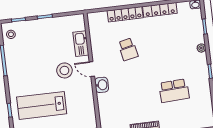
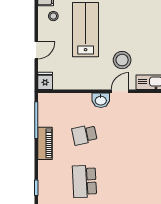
school desk: (128, 49) -> (84, 135), moved

